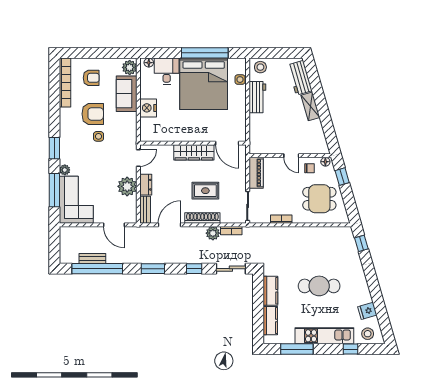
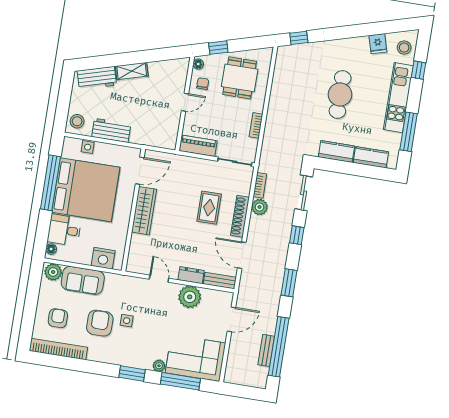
wall: (193, 143) -> (133, 210), moved
door: (227, 143) -> (140, 171), moved
wardrobe: (194, 152) -> (144, 211), moved

